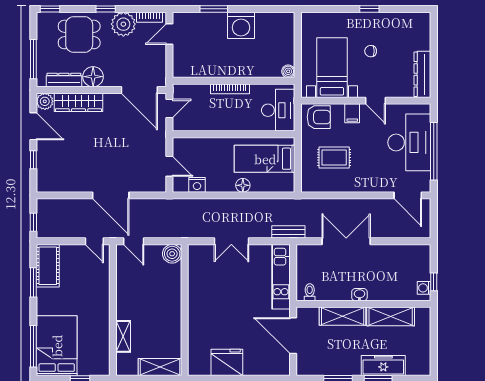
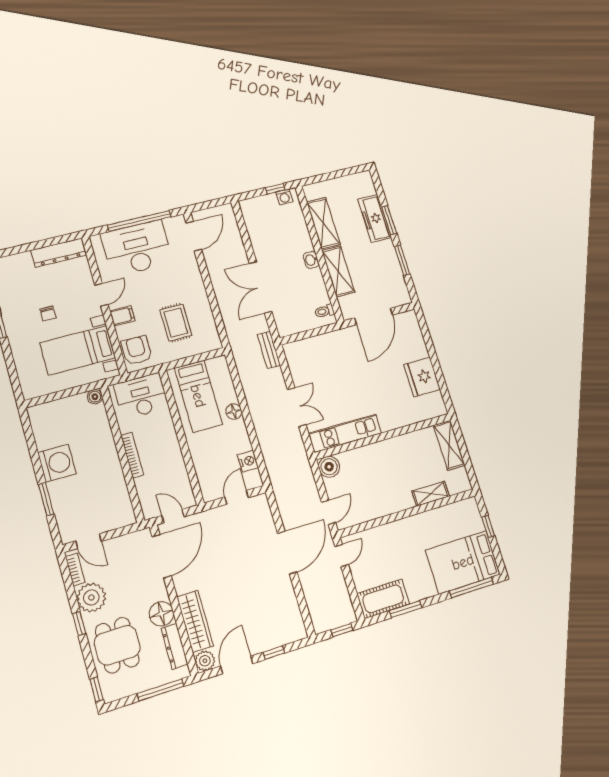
kitchen unit: (281, 277) -> (345, 433), moved, turned 180

